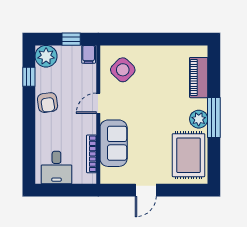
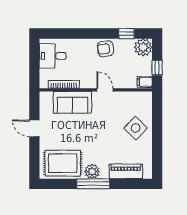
side table: (123, 70) -> (136, 128), moved

